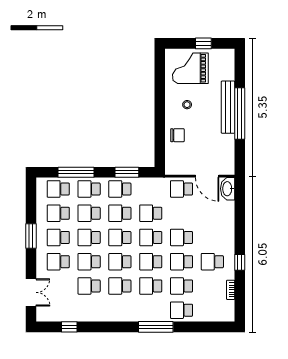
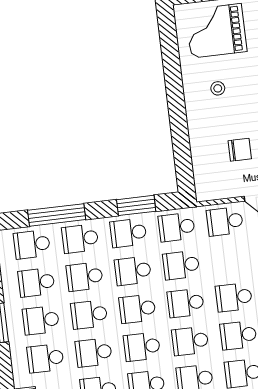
chair: (177, 135) -> (240, 150), moved
school desk: (151, 189) -> (177, 227), added

